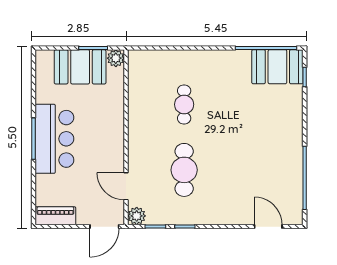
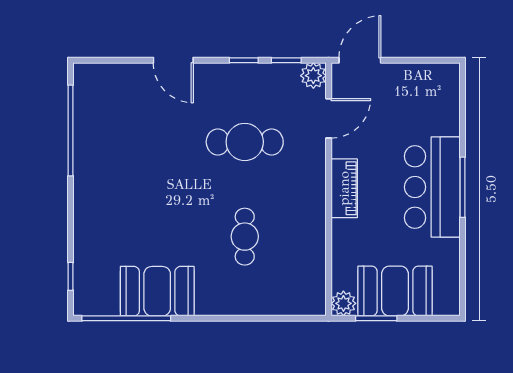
booth: (277, 67) -> (157, 291), moved
cafe table: (184, 170) -> (245, 142), turned 90
door: (126, 186) -> (329, 118), hinge flipped
piano: (55, 216) -> (344, 188), moved, turned -90
door: (268, 227) -> (173, 60), moved

